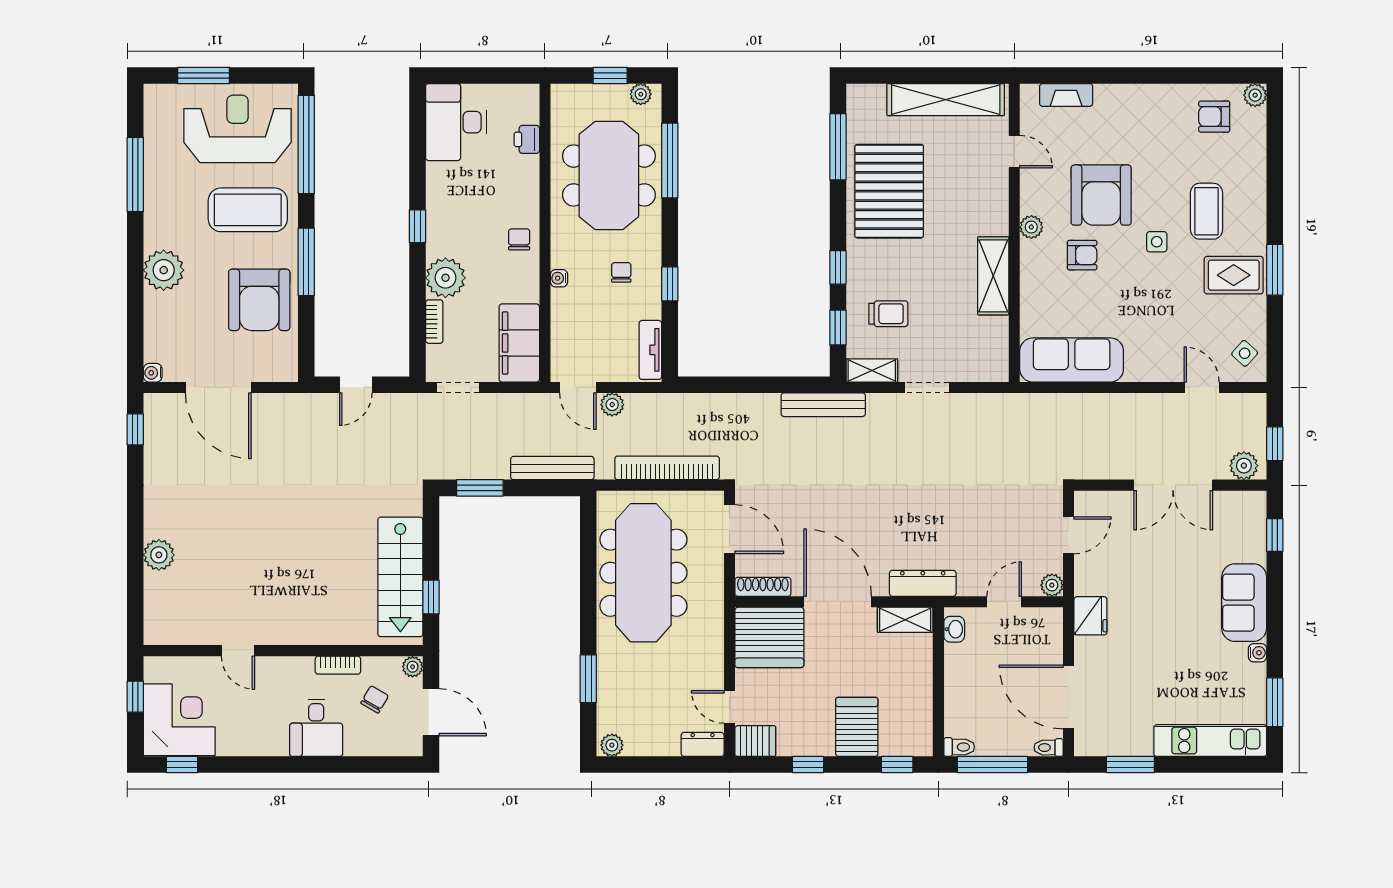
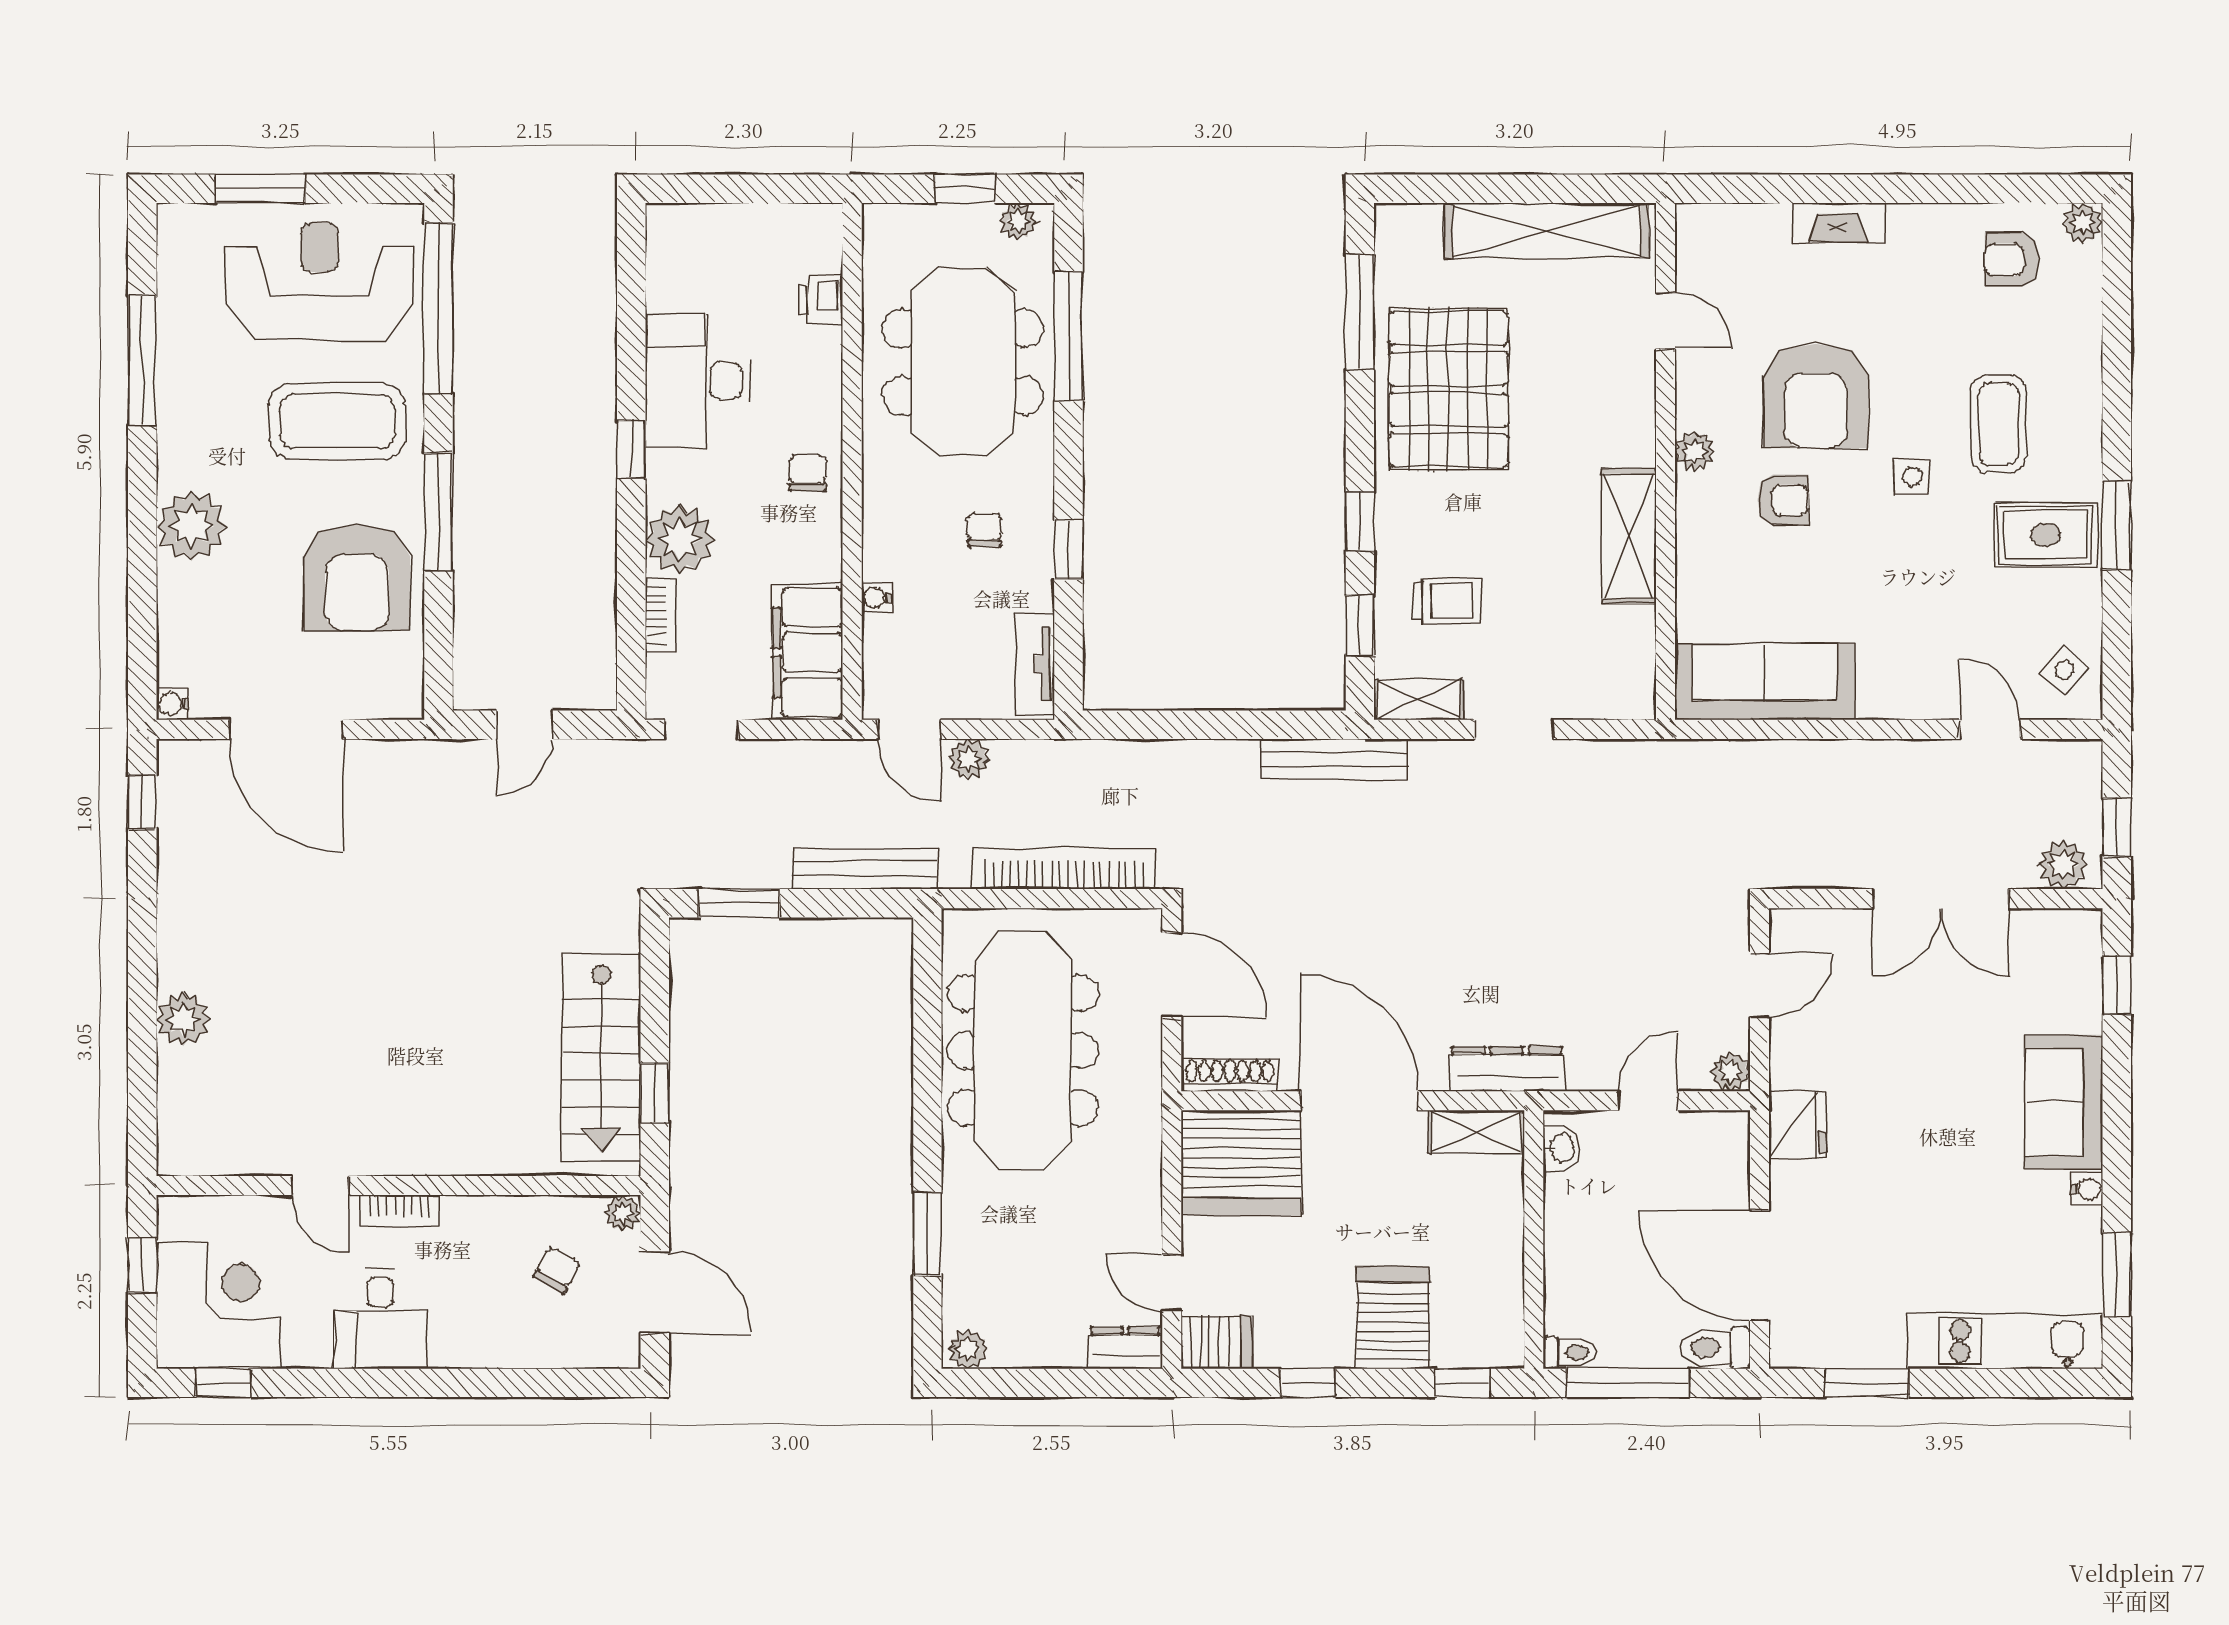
fireplace: (1066, 95) -> (1838, 222), moved
desk: (456, 122) -> (698, 381), moved
water cooler: (559, 278) -> (877, 598), moved
bookcase: (338, 665) -> (399, 1211), moved
desk: (316, 728) -> (380, 1319), moved
toilet: (1049, 748) -> (1715, 1348), width x1.37, depth x1.39

